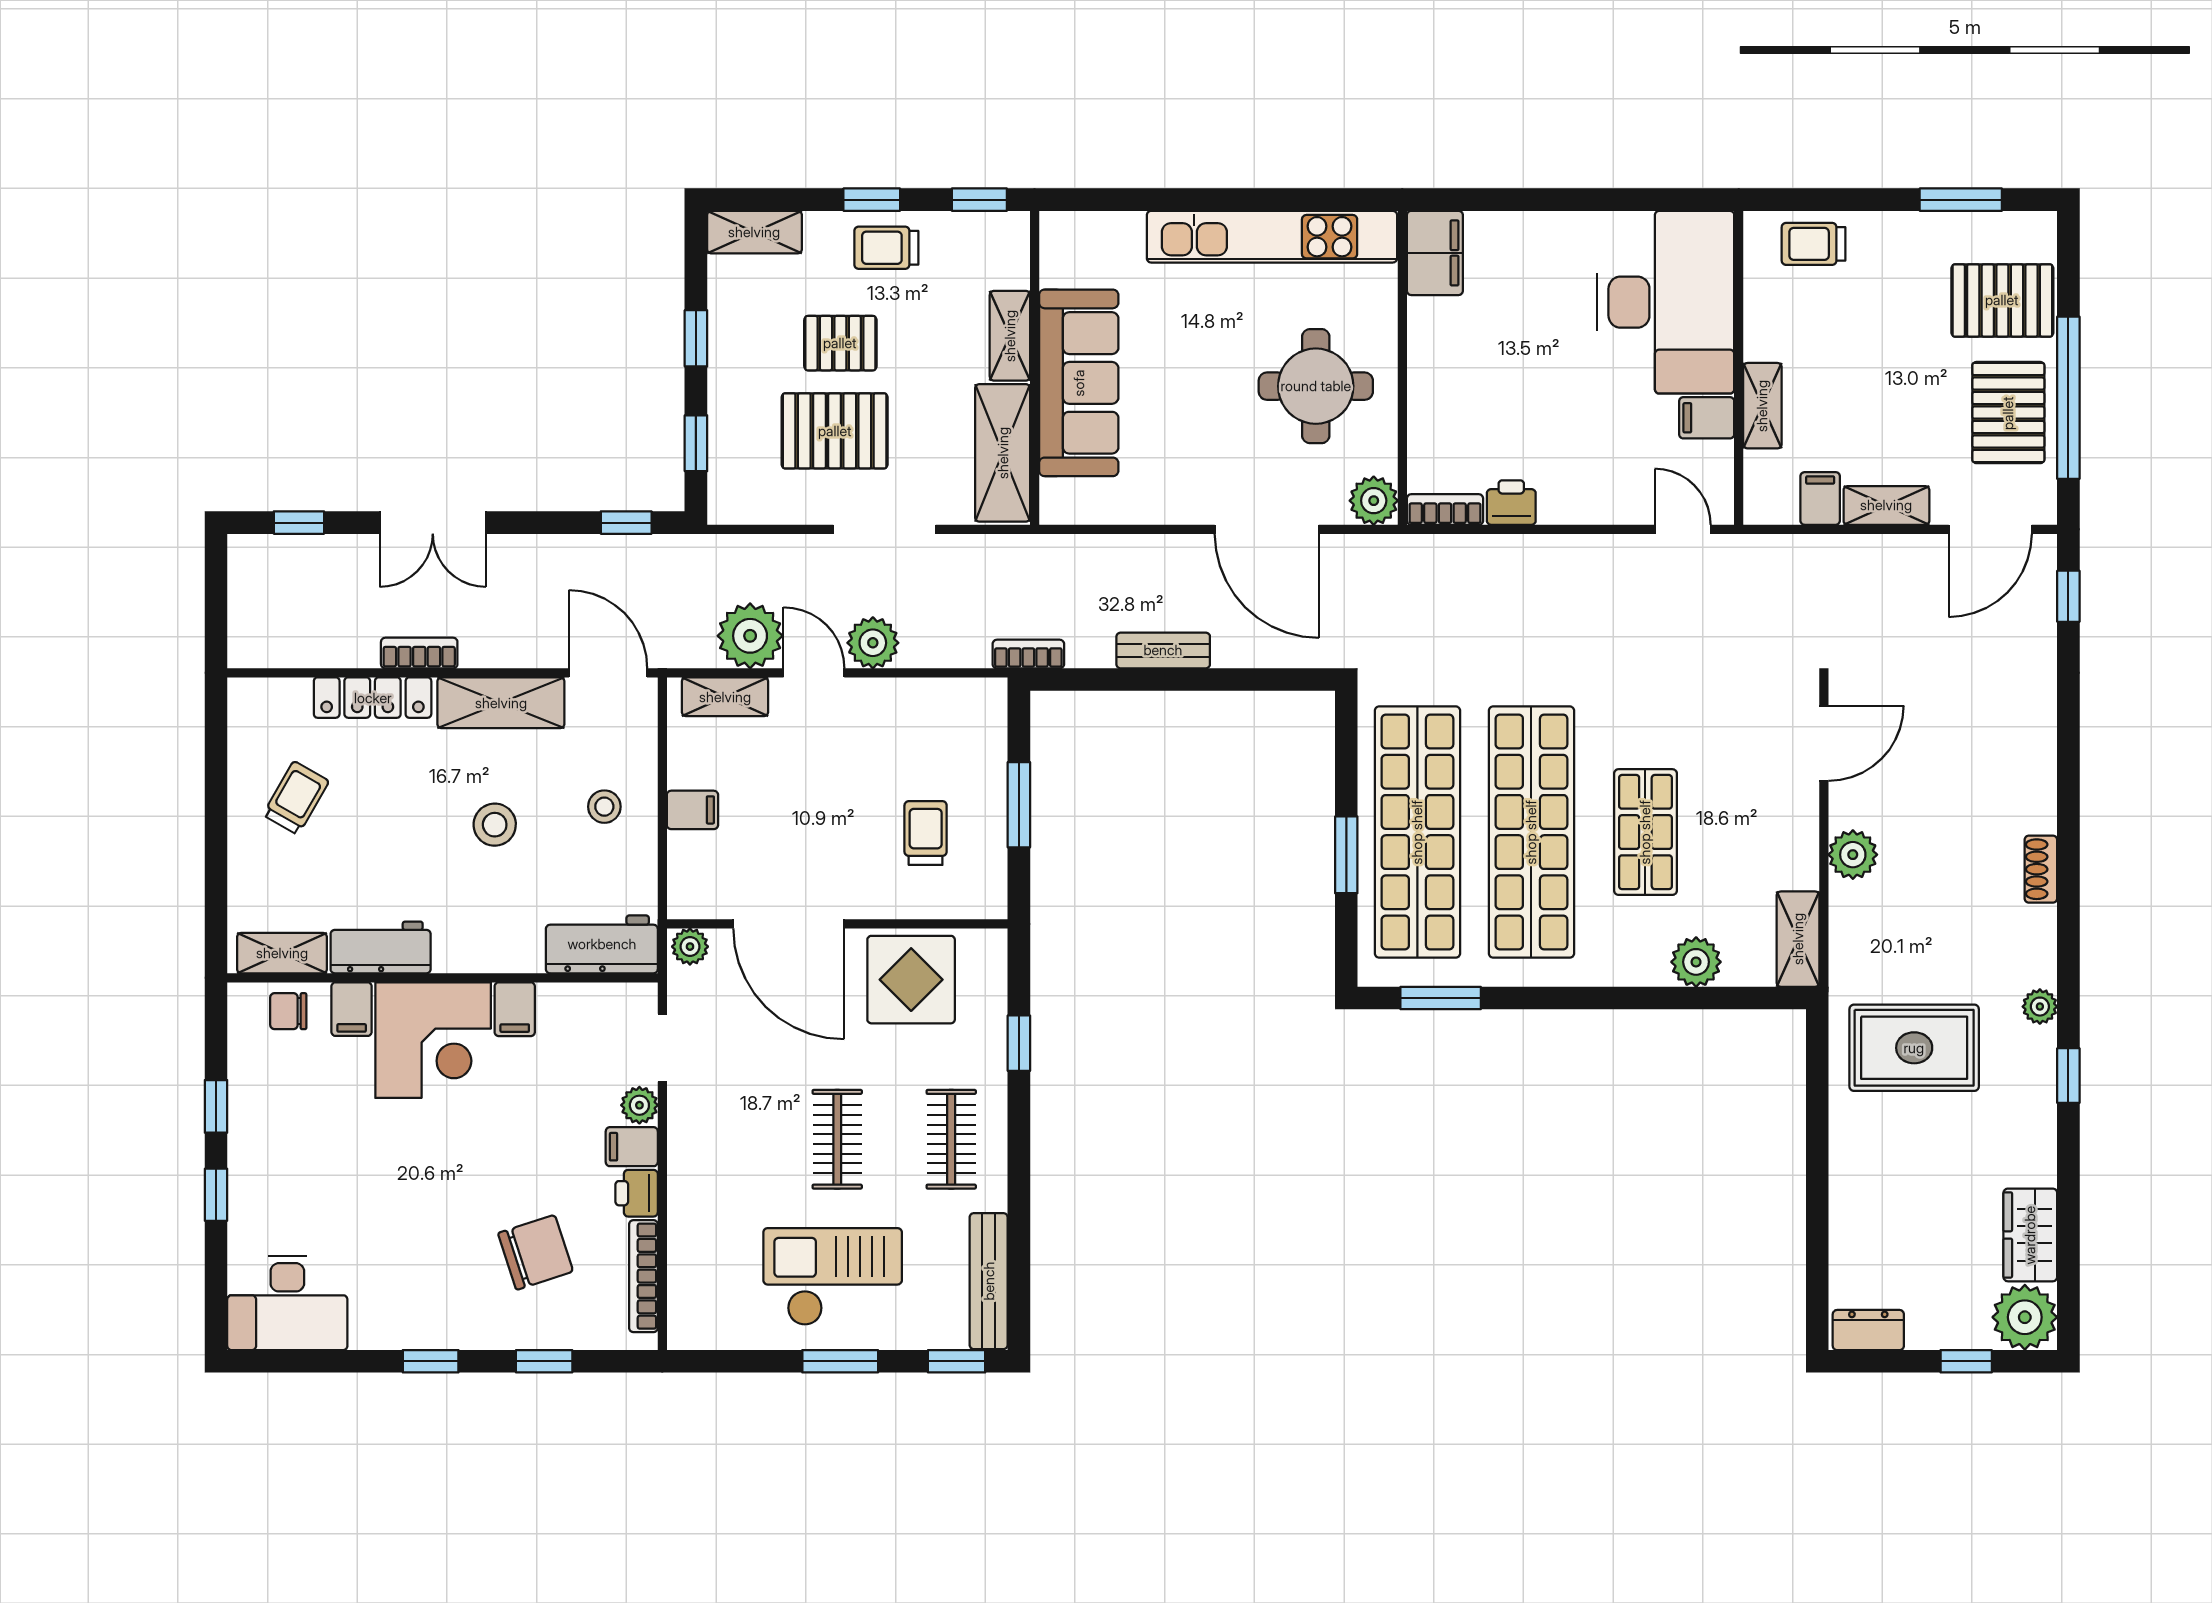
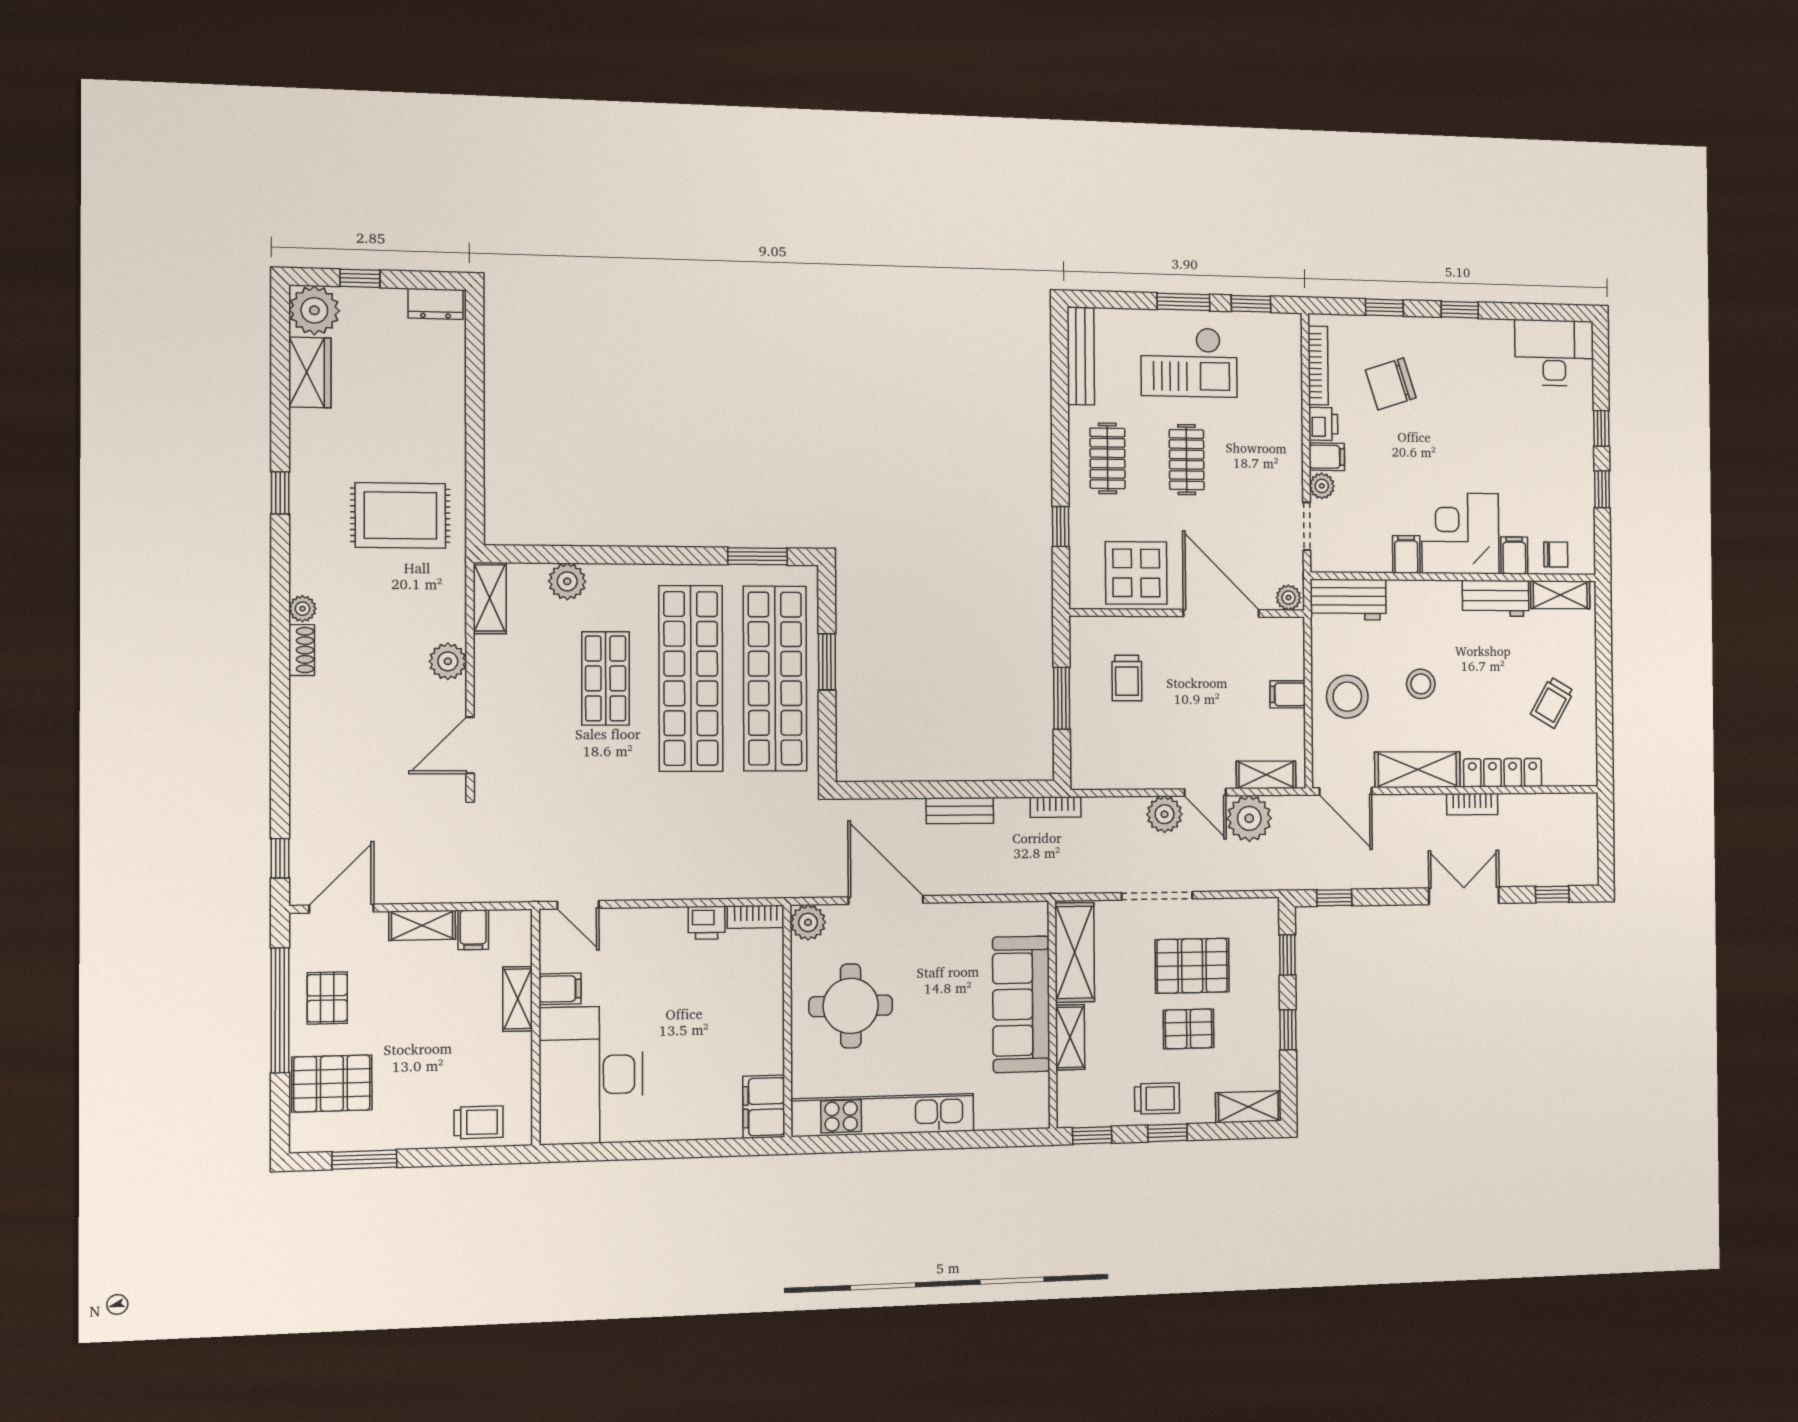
pallet: (2008, 413) -> (327, 998), width x0.67, depth x0.71
stool: (604, 807) -> (1347, 697), width x1.89, depth x1.89
plant: (2040, 1007) -> (302, 609), moved
window: (957, 1361) -> (1251, 304), moved

